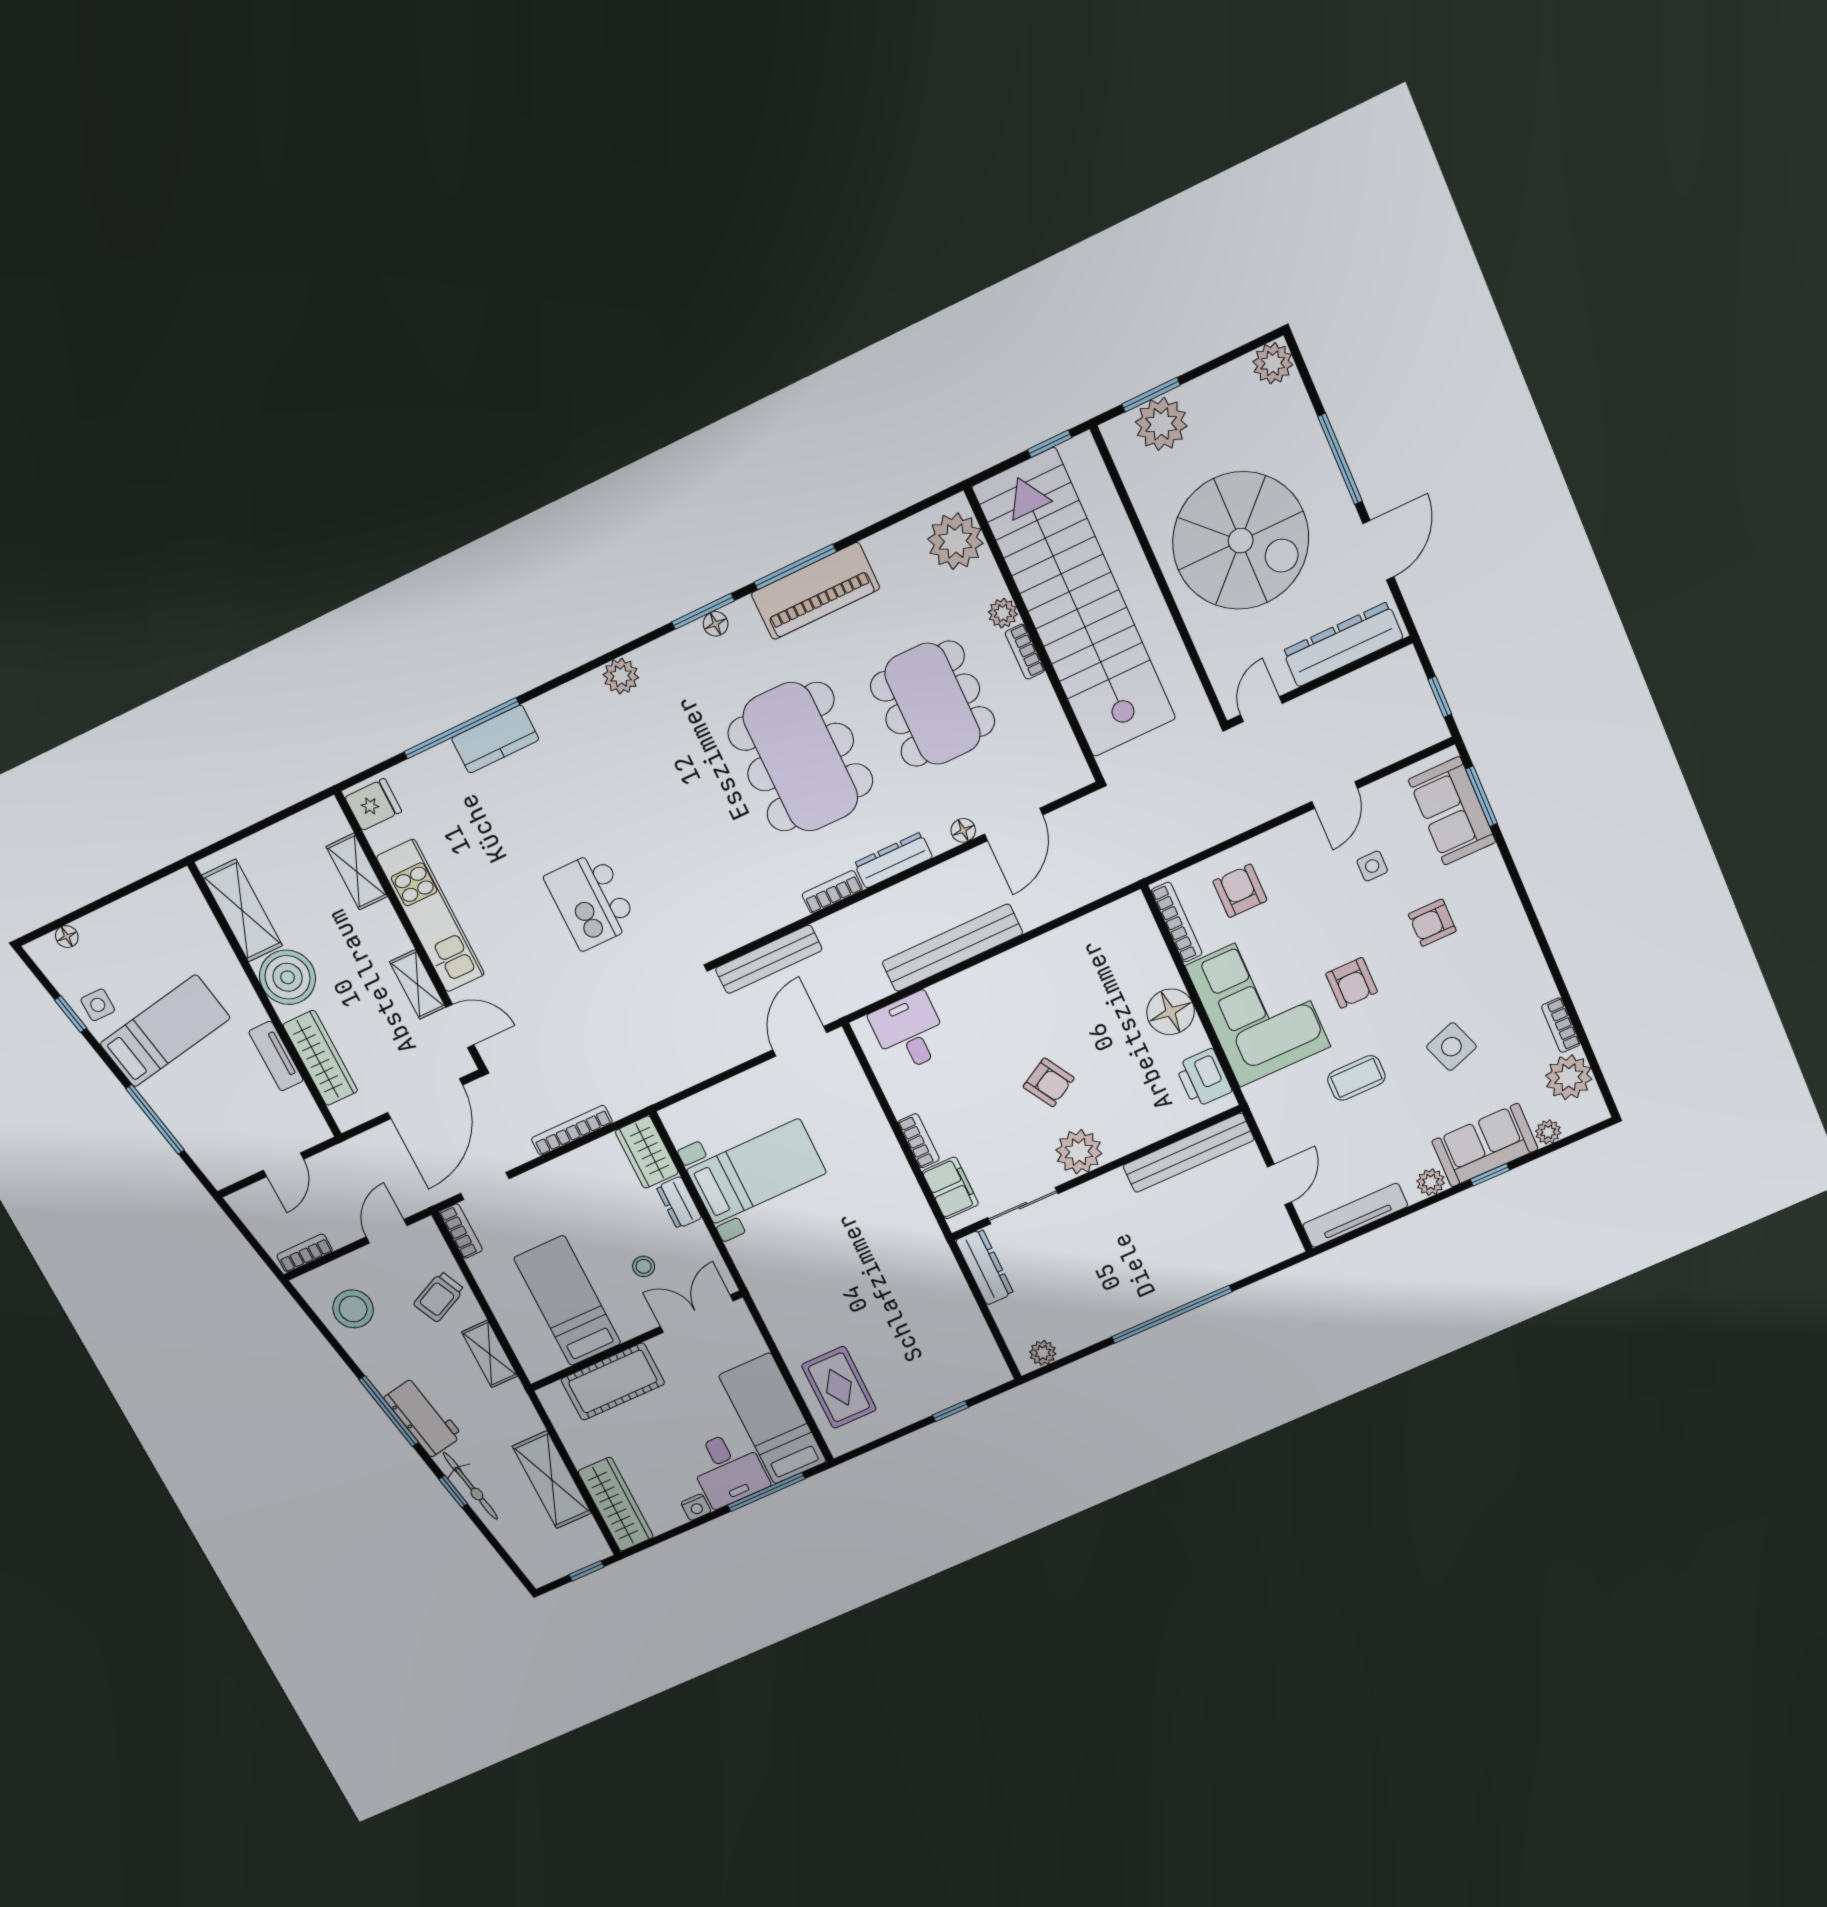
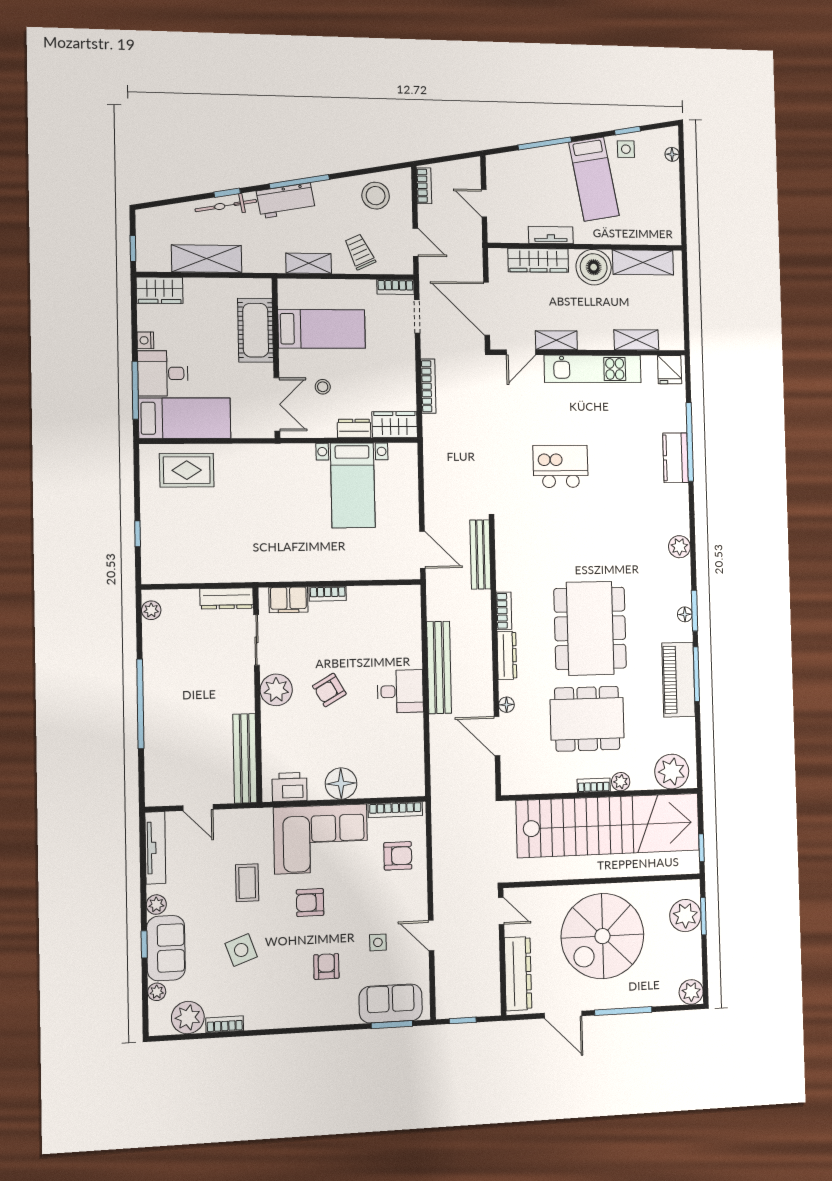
dining table: (801, 757) -> (590, 628), turned 90
desk: (910, 1032) -> (400, 691), moved
wardrobe: (616, 1504) -> (160, 290), width x0.67

